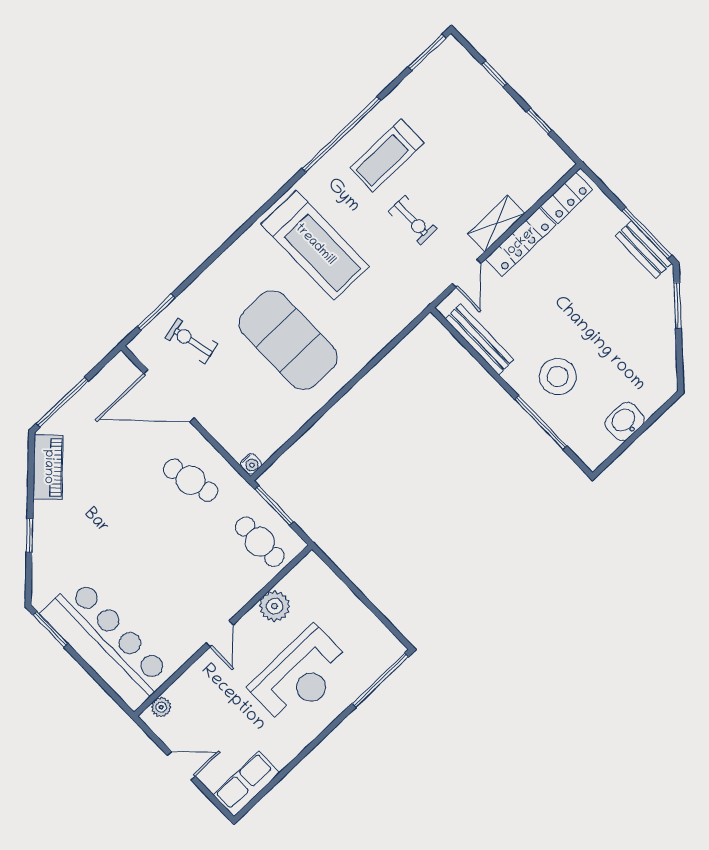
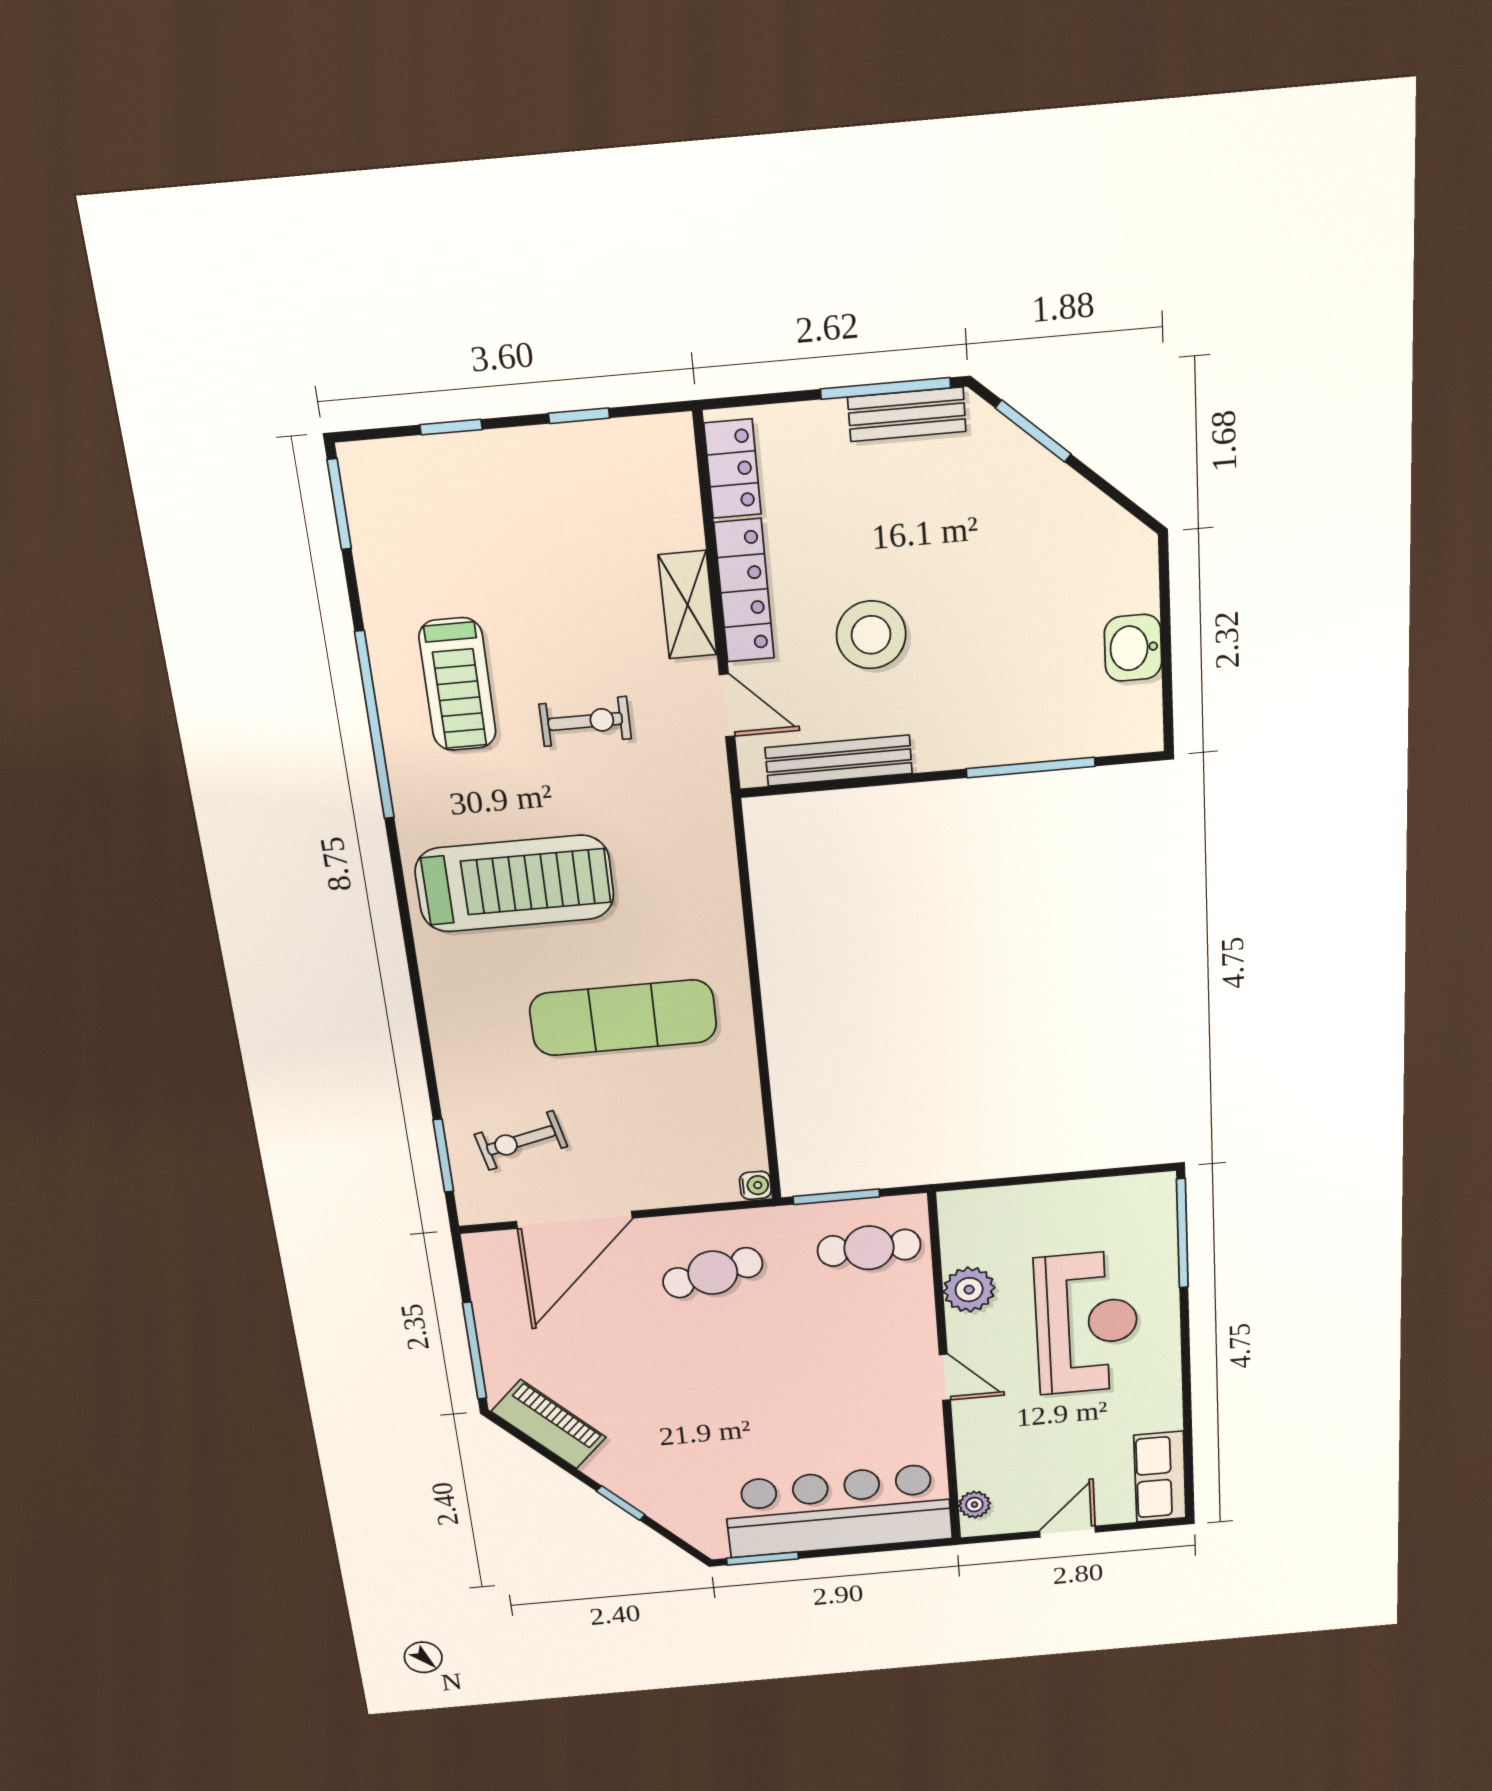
exercise mat: (288, 340) -> (623, 1018), width x0.68
stool: (558, 376) -> (871, 635), moved

